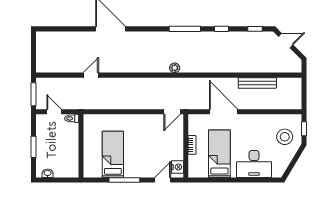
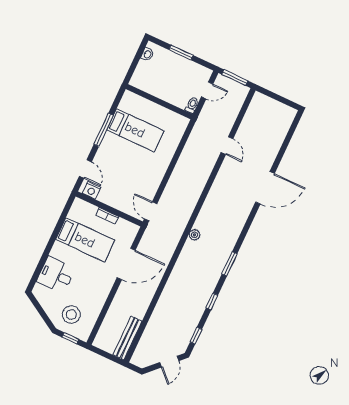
window: (185, 29) -> (229, 264), width x0.69
bench: (257, 83) -> (127, 338), moved
desk: (254, 164) -> (56, 275), width x0.73

